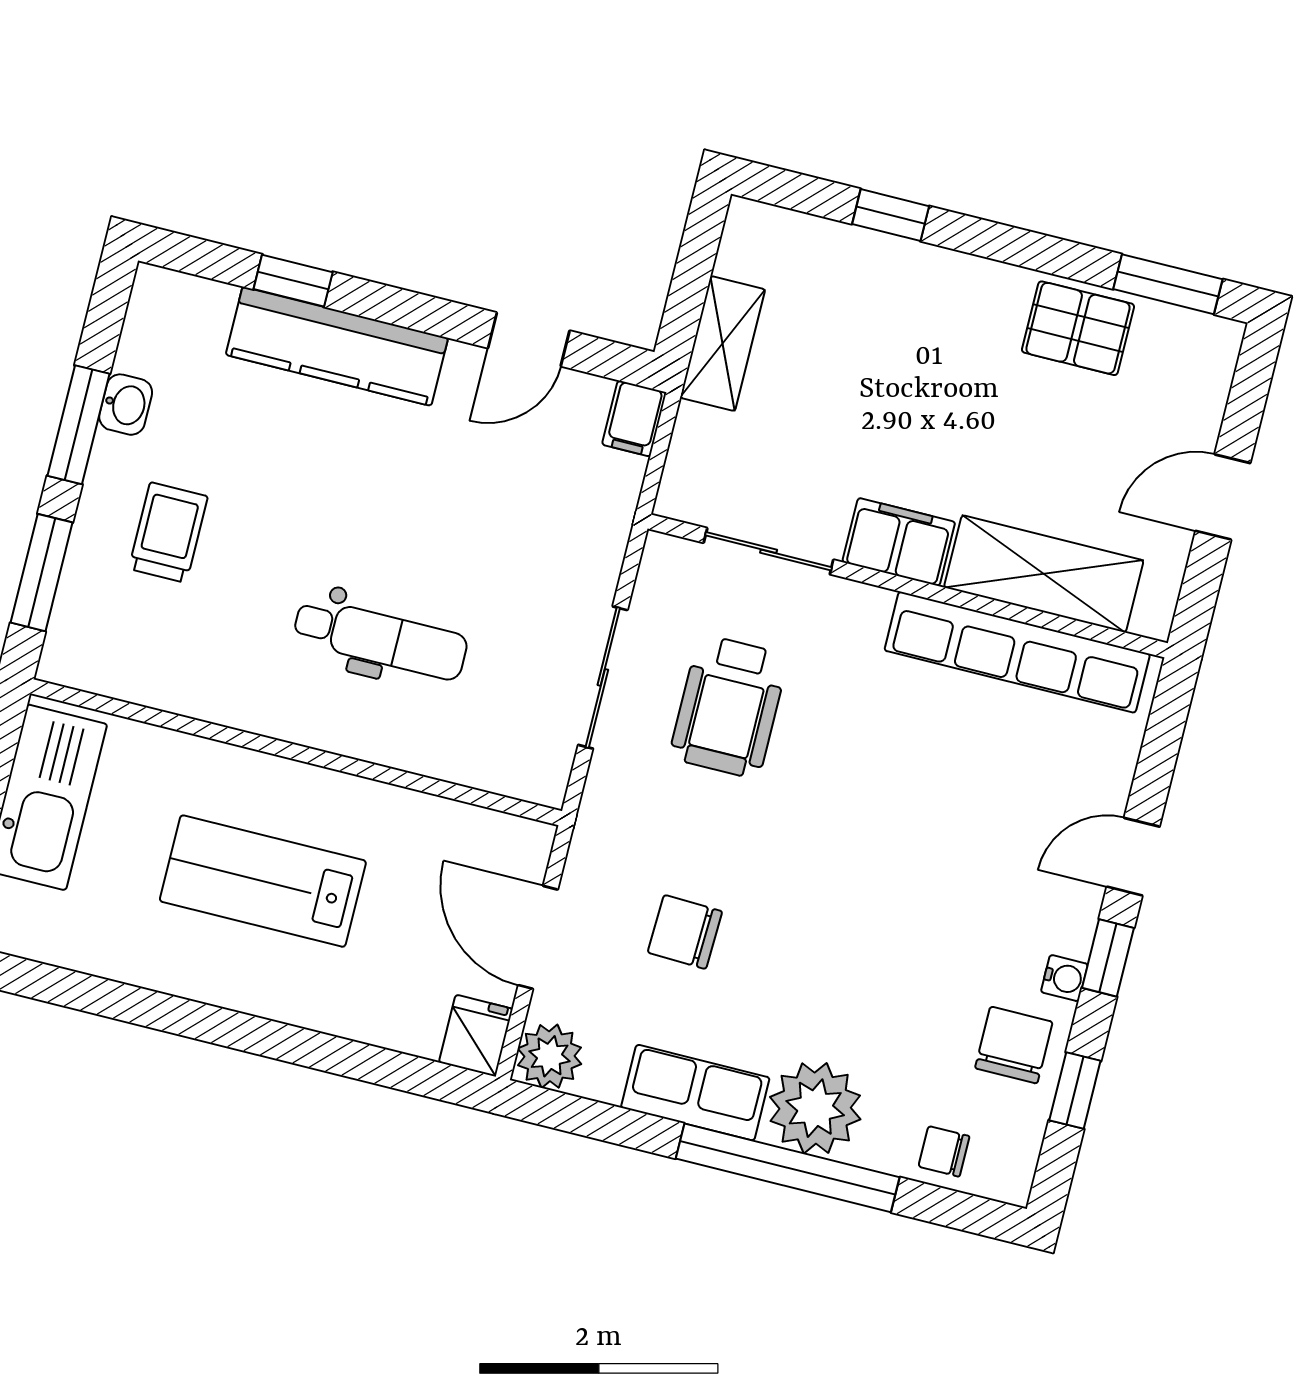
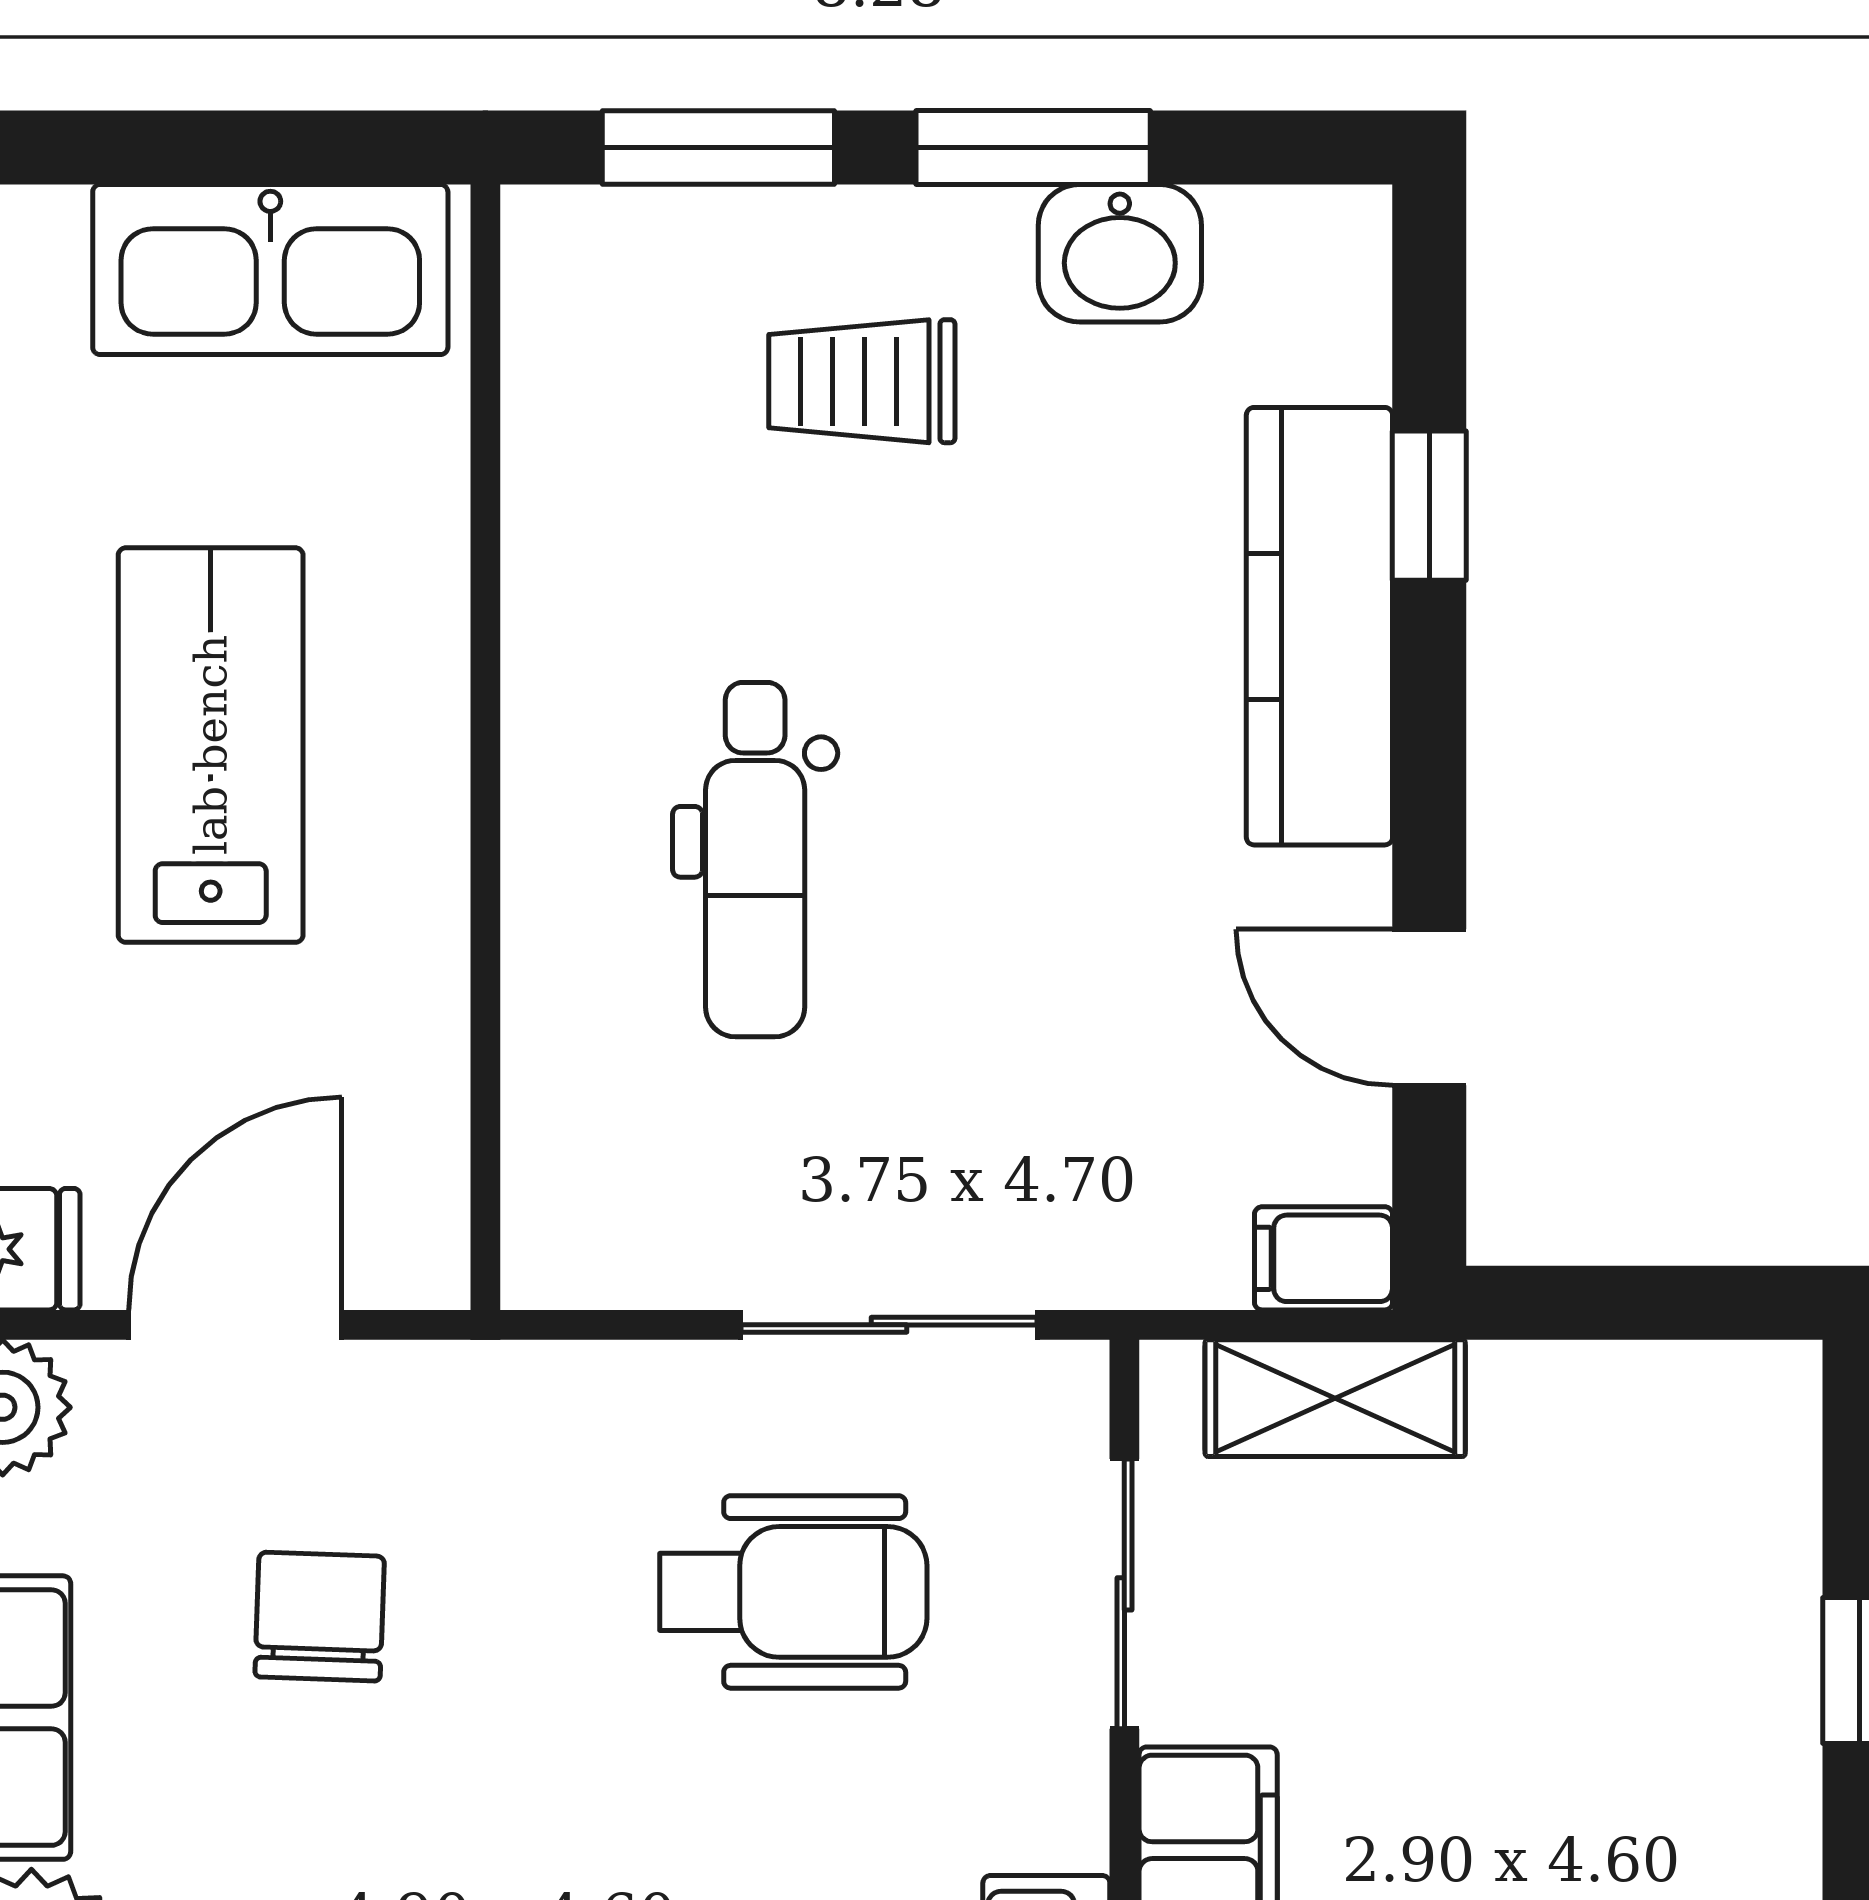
shelving: (723, 344) -> (1335, 1398), moved
washbasin: (126, 405) -> (1120, 253), width x1.38, depth x1.45
trolley: (168, 533) -> (862, 381), turned 180
sliding door: (603, 677) -> (889, 1325), moved
wheelchair: (729, 707) -> (793, 1592), turned 180

